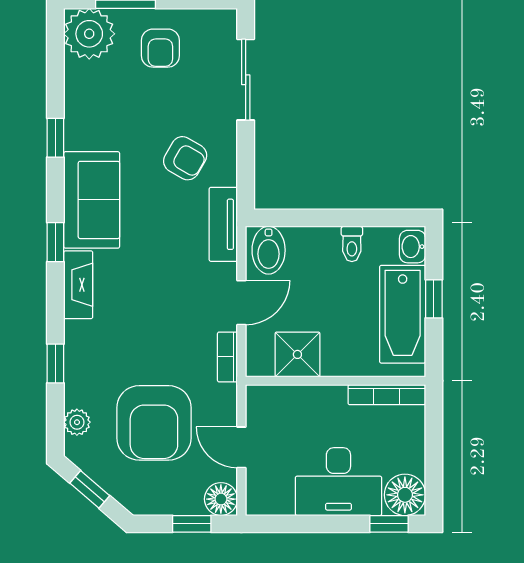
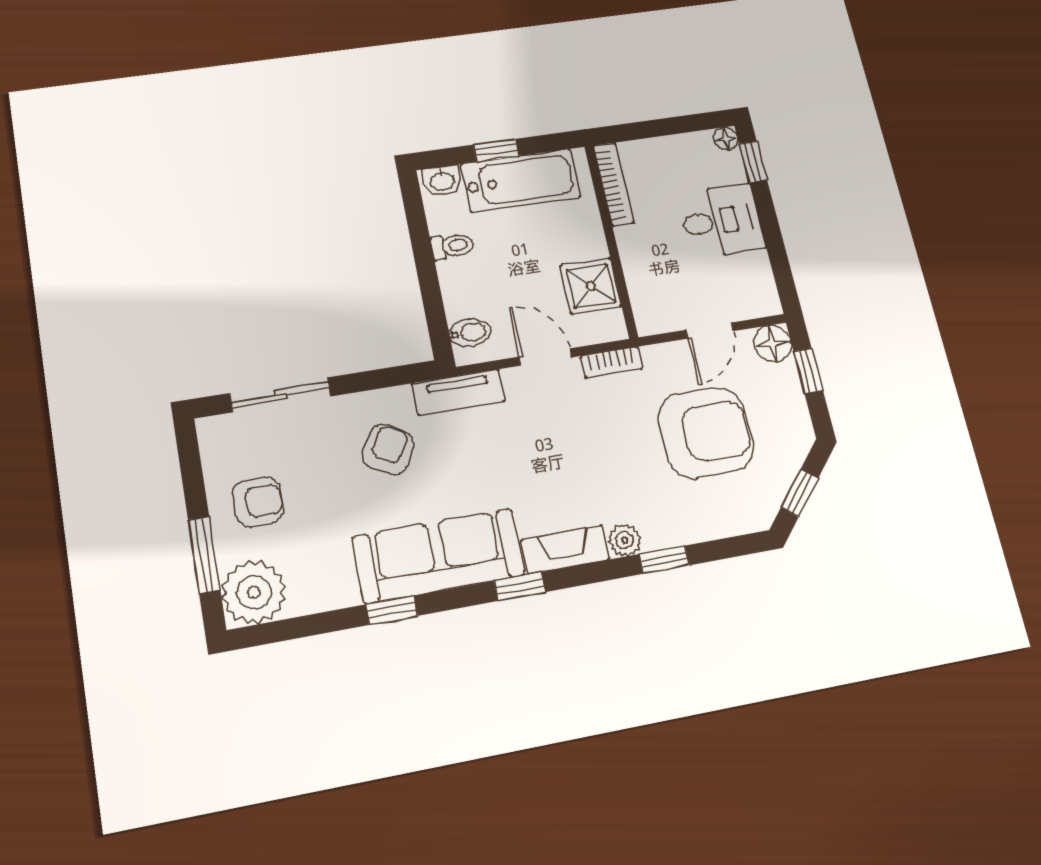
sofa: (92, 200) -> (439, 556), width x1.36
bidet: (269, 250) -> (470, 332), width x0.72, depth x0.74
plant: (77, 422) -> (625, 540), moved
desk: (338, 482) -> (721, 221), width x0.73
floor lamp: (405, 495) -> (726, 139), width x0.53, depth x0.53

